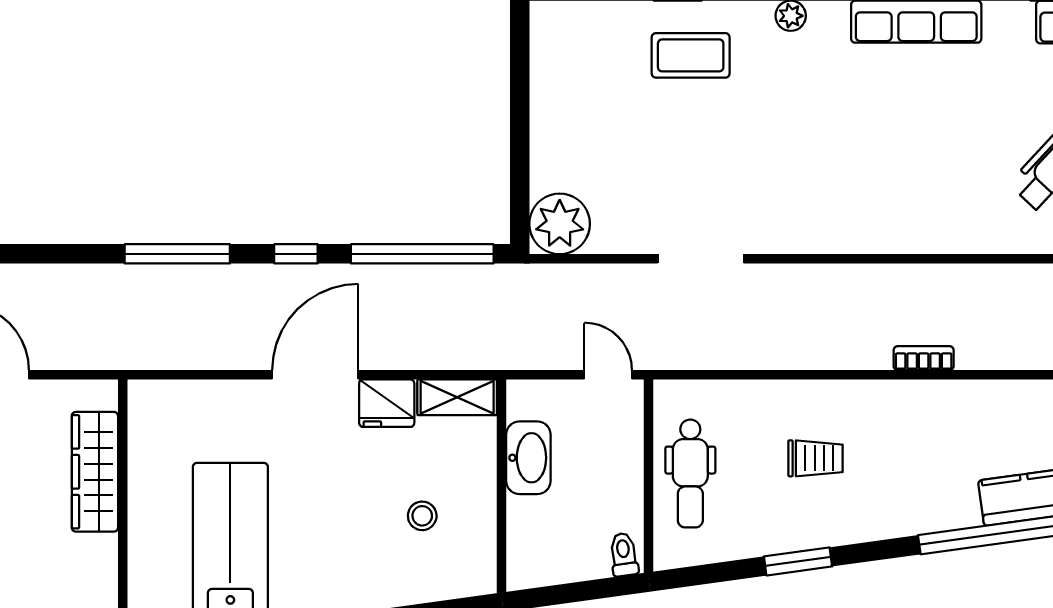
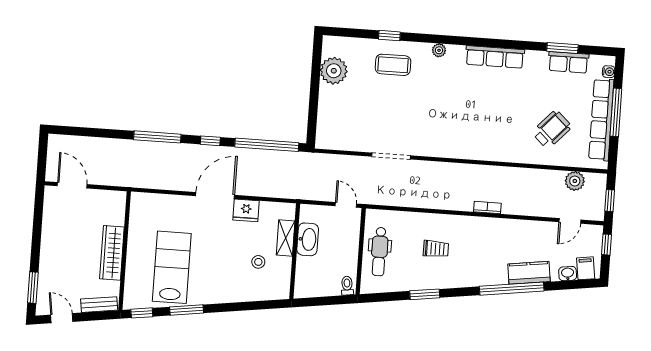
plant: (560, 224) -> (334, 71), moved
shelving: (457, 397) -> (286, 238), moved, turned 90
wardrobe: (95, 472) -> (112, 253), moved

